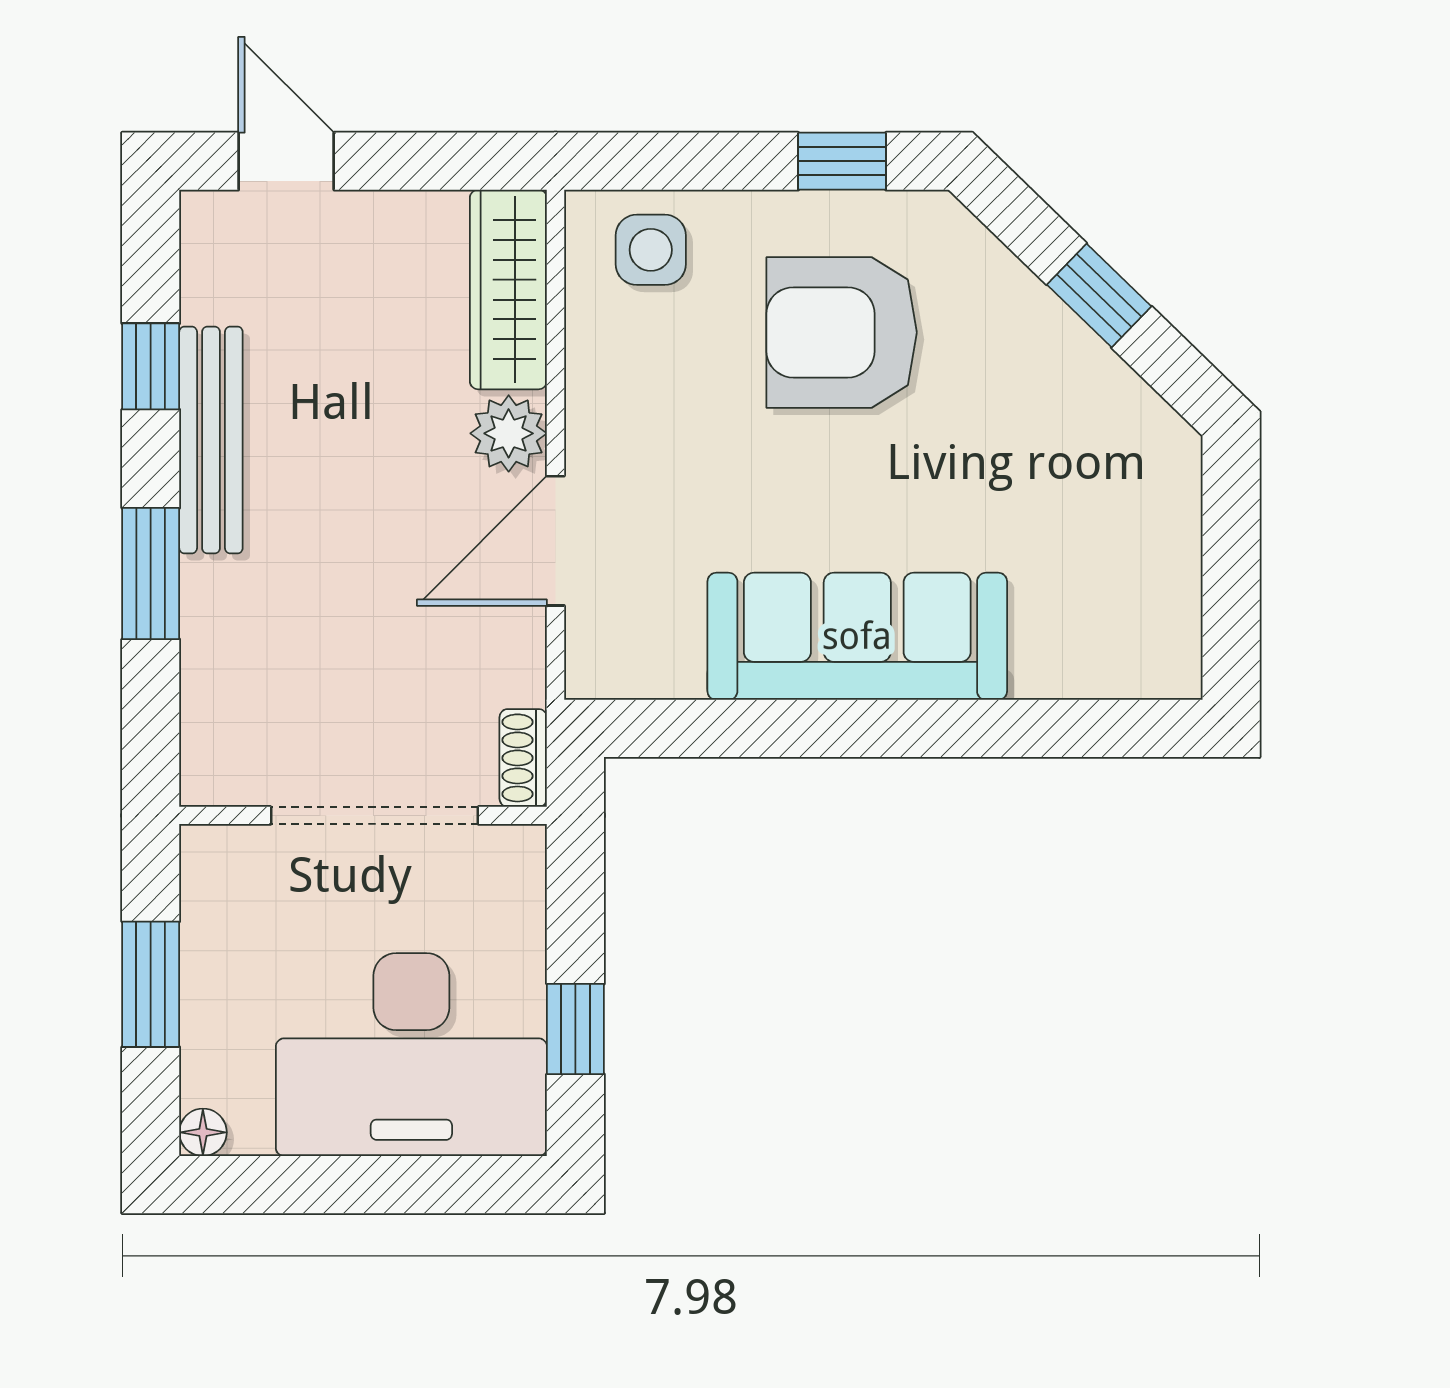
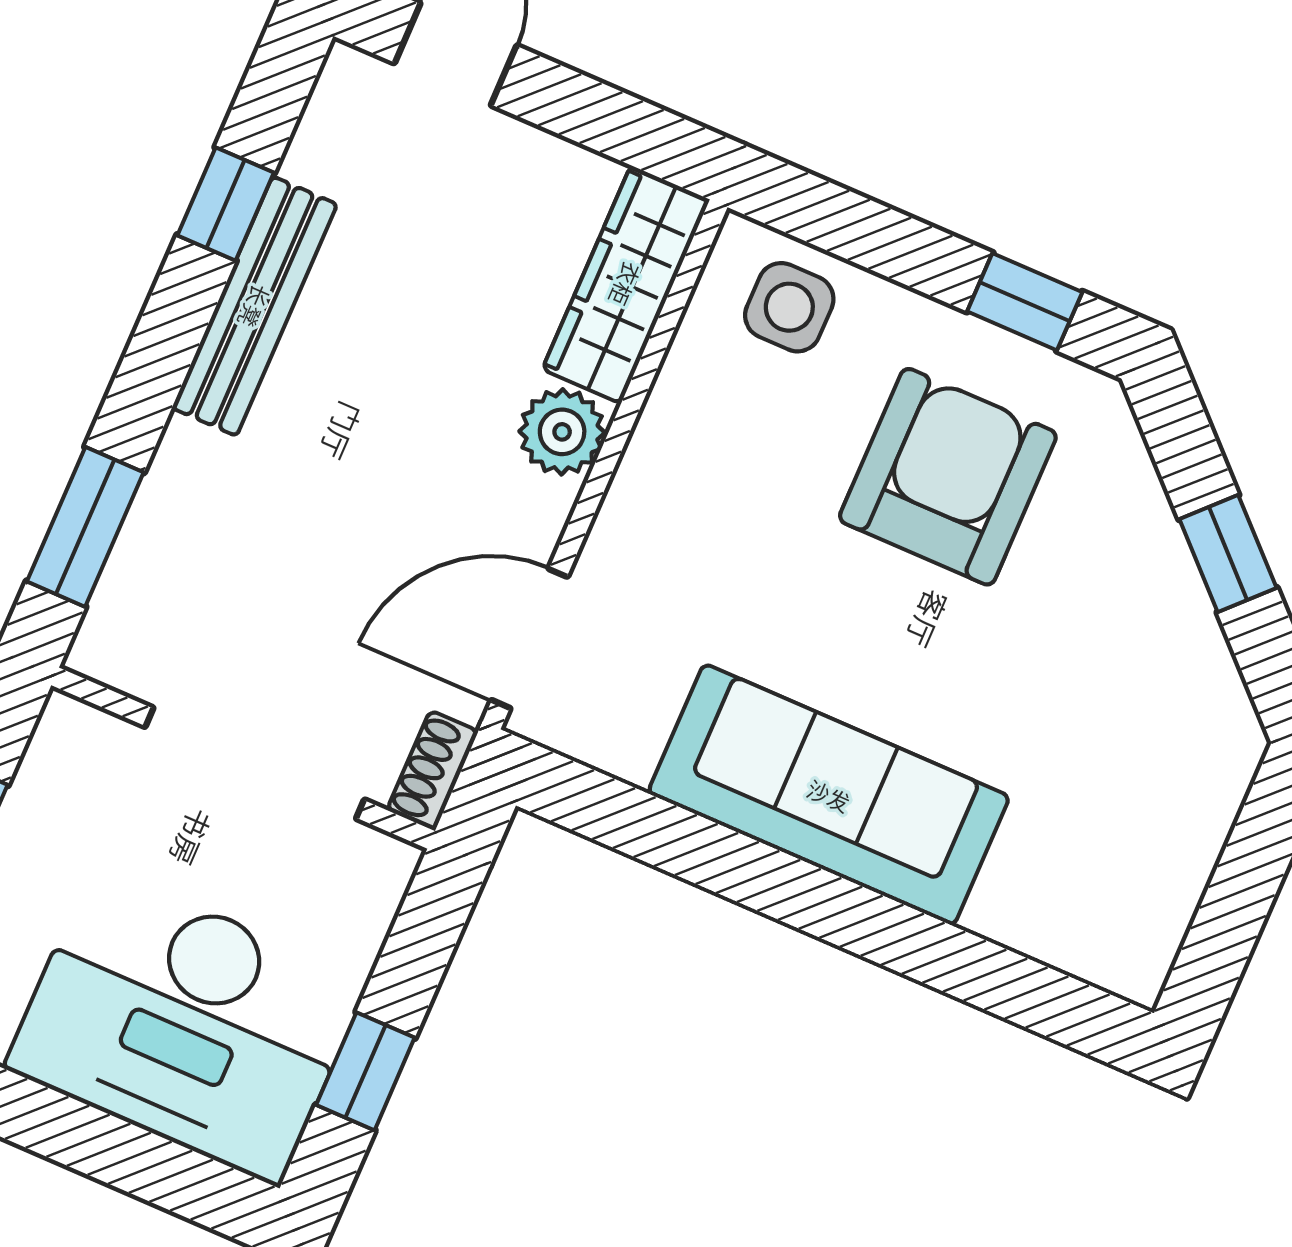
armchair: (842, 332) -> (948, 477), turned 90
door: (556, 541) -> (529, 638), moved
window: (151, 574) -> (85, 527), moved

